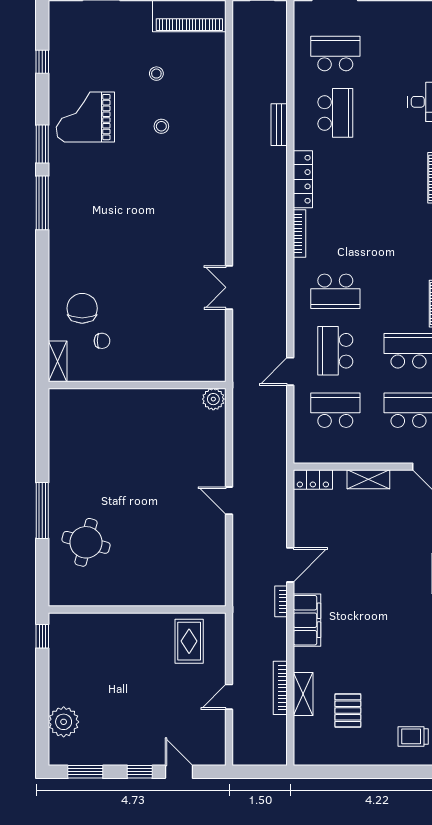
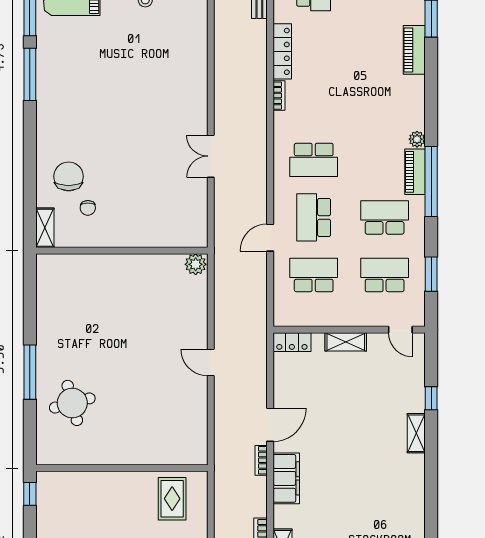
bookcase: (299, 233) -> (279, 96), width x0.64
chair: (102, 341) -> (88, 208), turned 90
round table: (86, 542) -> (72, 403), turned -30

